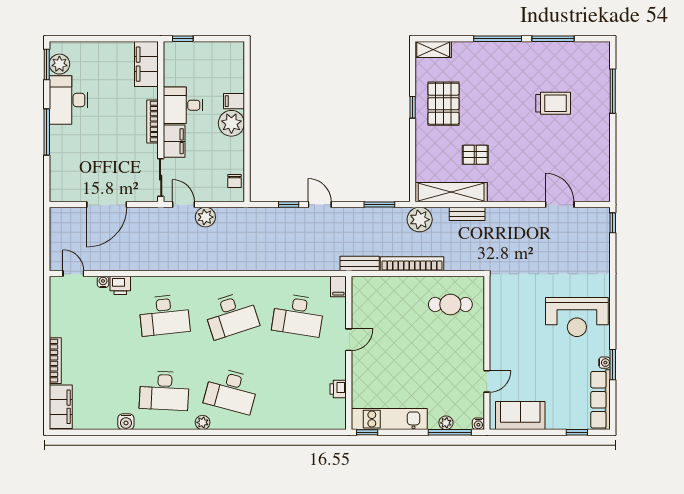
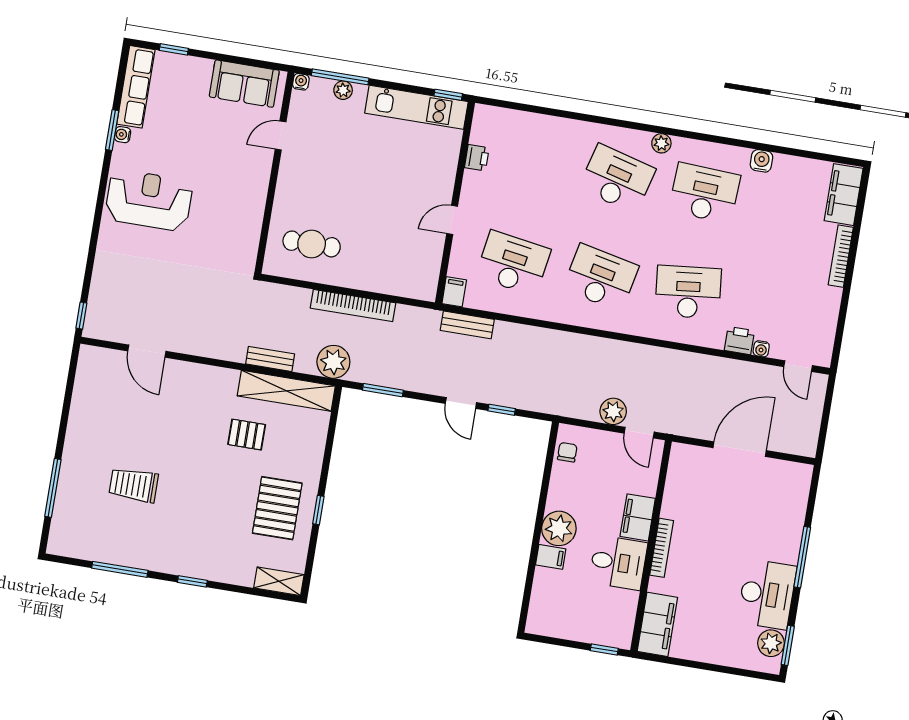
window: (498, 39) -> (192, 581), width x0.46
sliding door: (161, 178) -> (663, 473), removed
bench: (360, 263) -> (467, 325), moved
desk: (231, 315) -> (601, 278), turned 30

